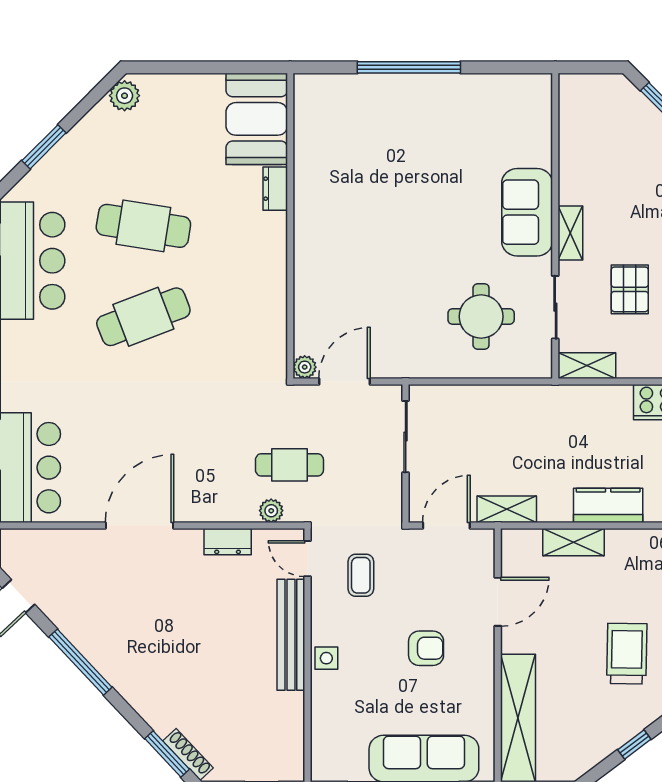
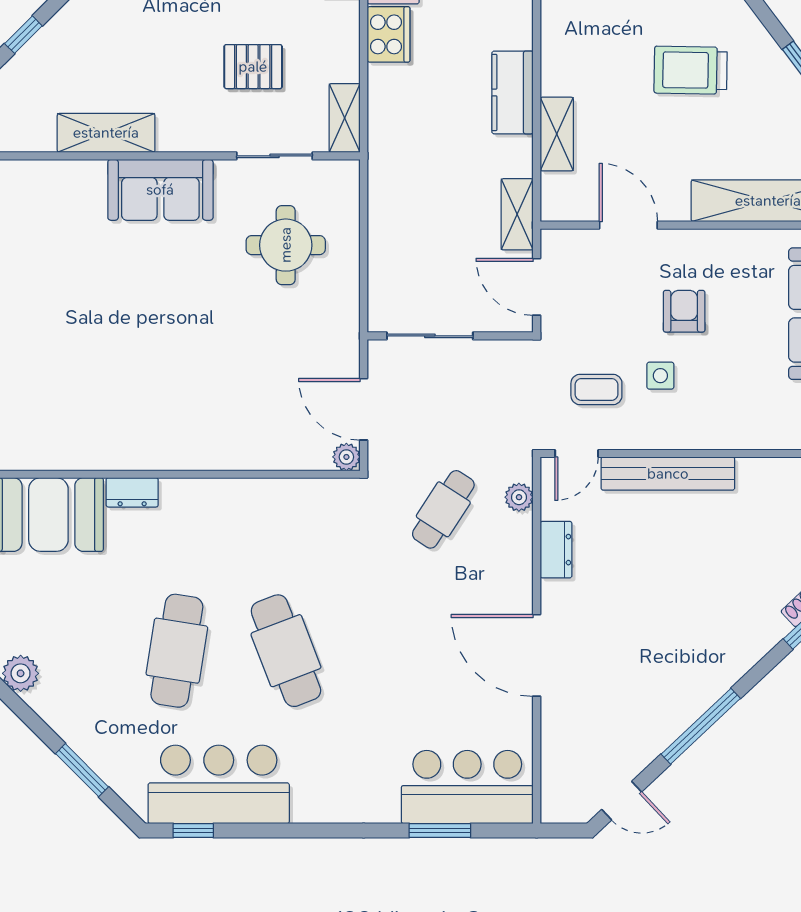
shelving: (570, 233) -> (106, 133), moved, width x1.50, depth x1.33
cafe table: (289, 465) -> (443, 509), moved, turned 33
side table: (326, 658) -> (660, 376), moved

